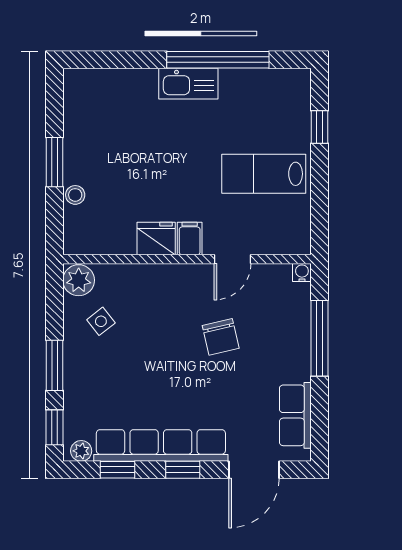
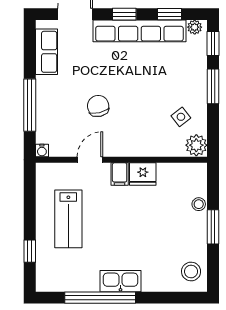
stool: (86, 98) -> (191, 272), added
lab bench: (264, 174) -> (68, 219), turned 90

